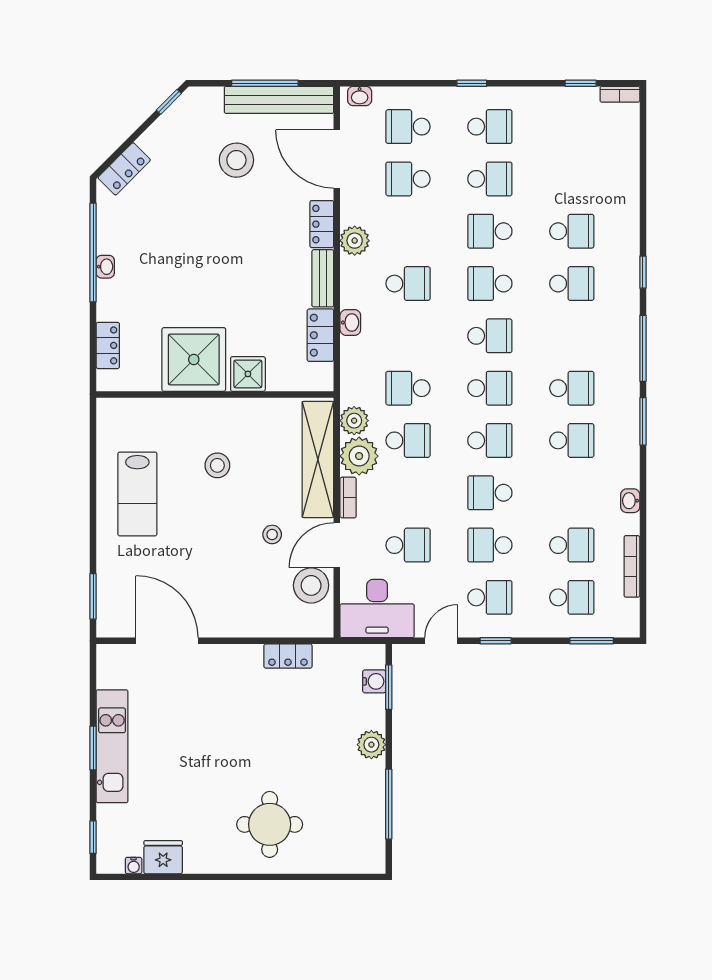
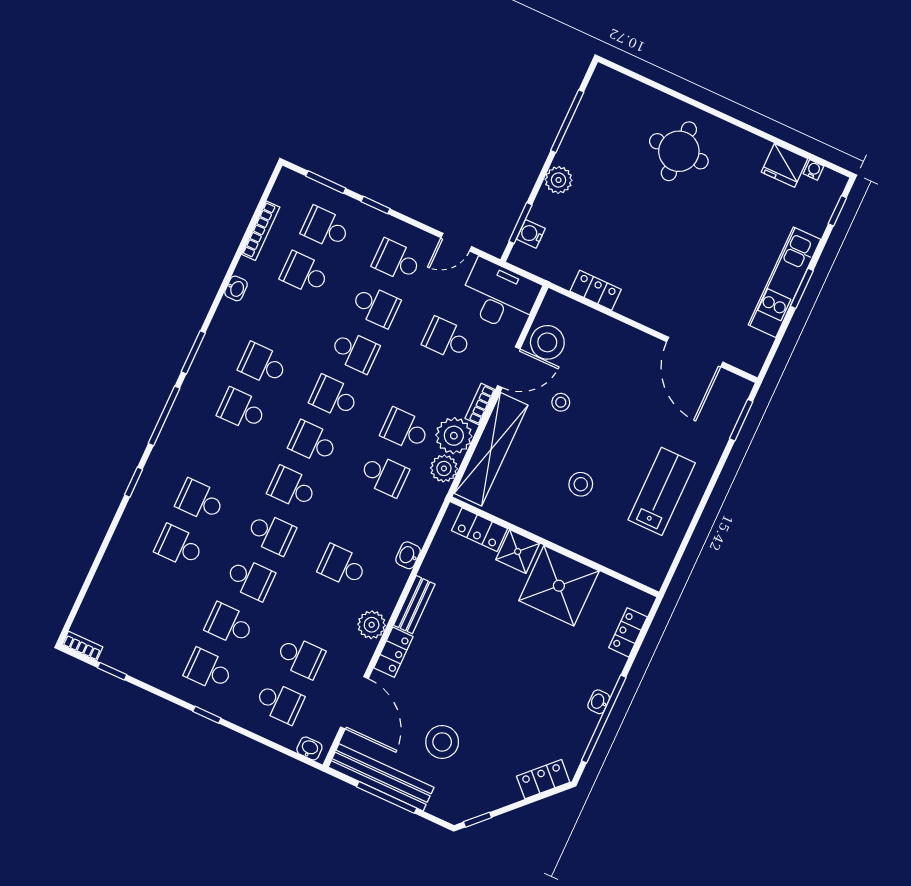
locker: (320, 335) -> (480, 530), moved, turned 90
window: (496, 641) -> (376, 205), moved

